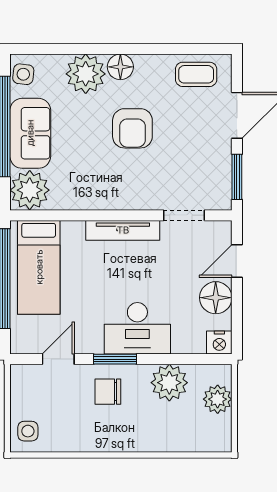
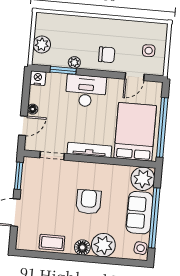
coffee table: (196, 74) -> (52, 243), moved
armchair: (132, 128) -> (89, 202), moved
bed: (39, 267) -> (135, 132), width x1.50
floor lamp: (216, 298) -> (33, 109), width x0.53, depth x0.53
window: (115, 359) -> (63, 70), moved
plant: (169, 383) -> (74, 62), width x0.53, depth x0.53
side table: (28, 431) -> (149, 51), moved

